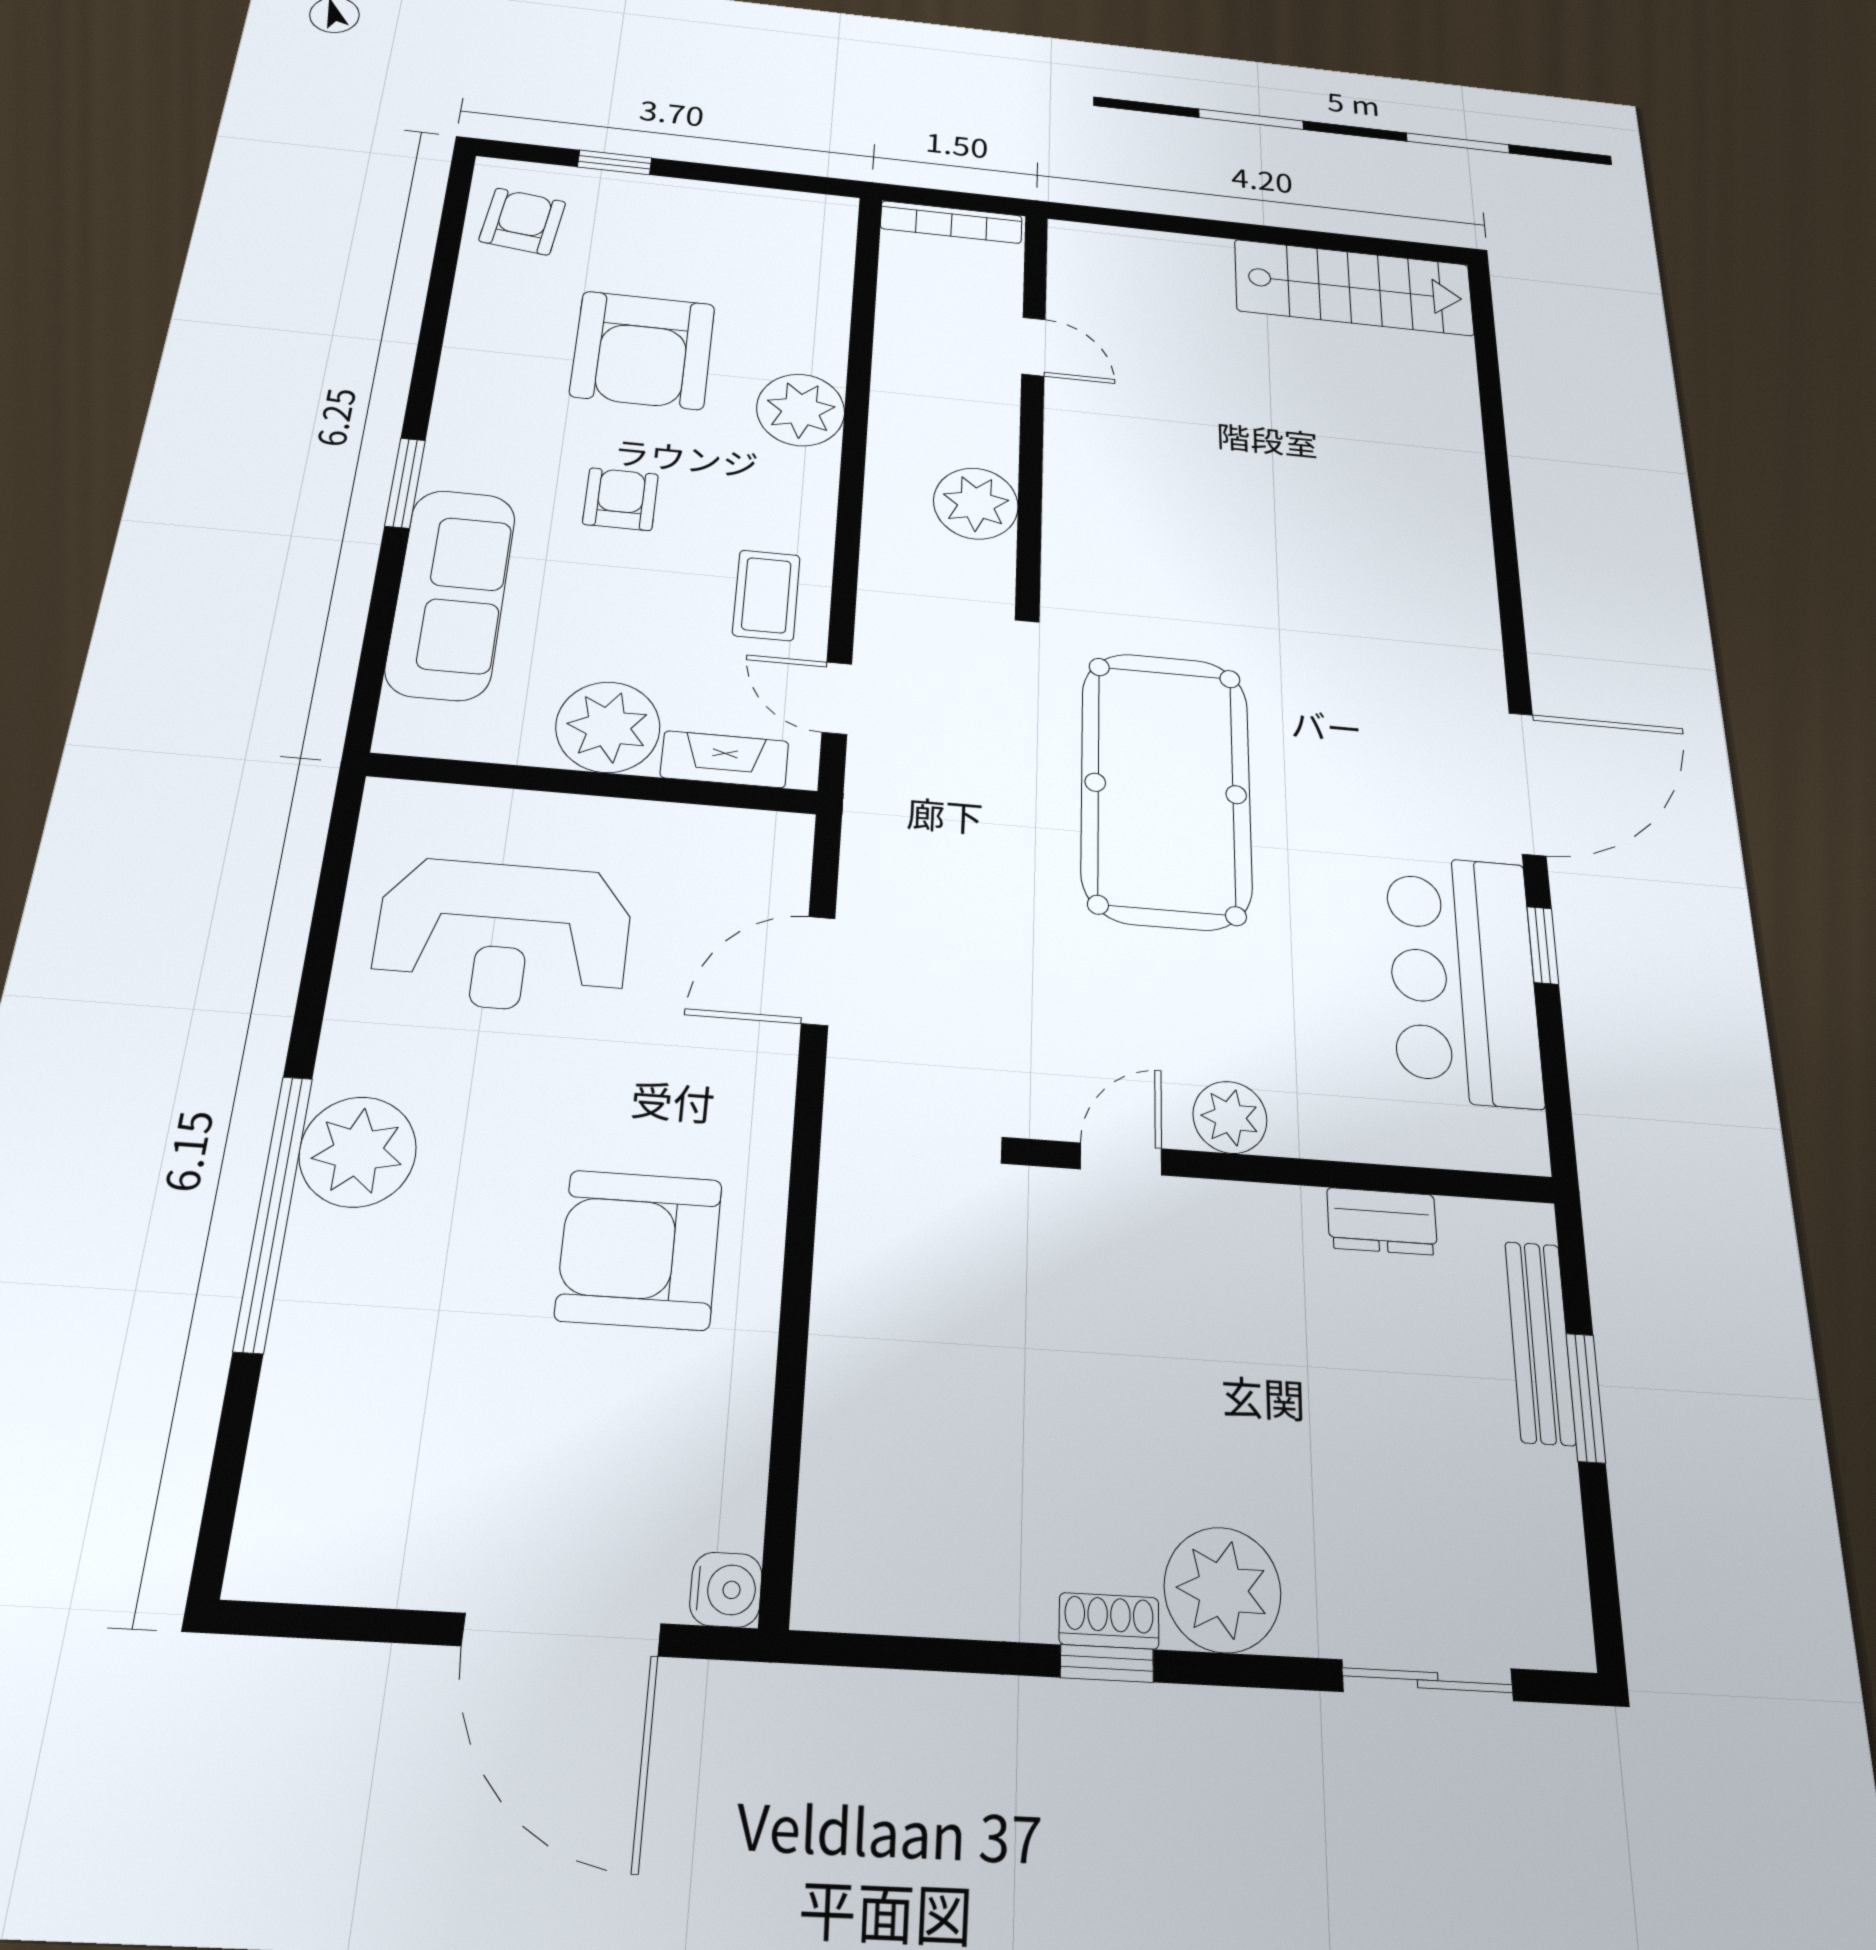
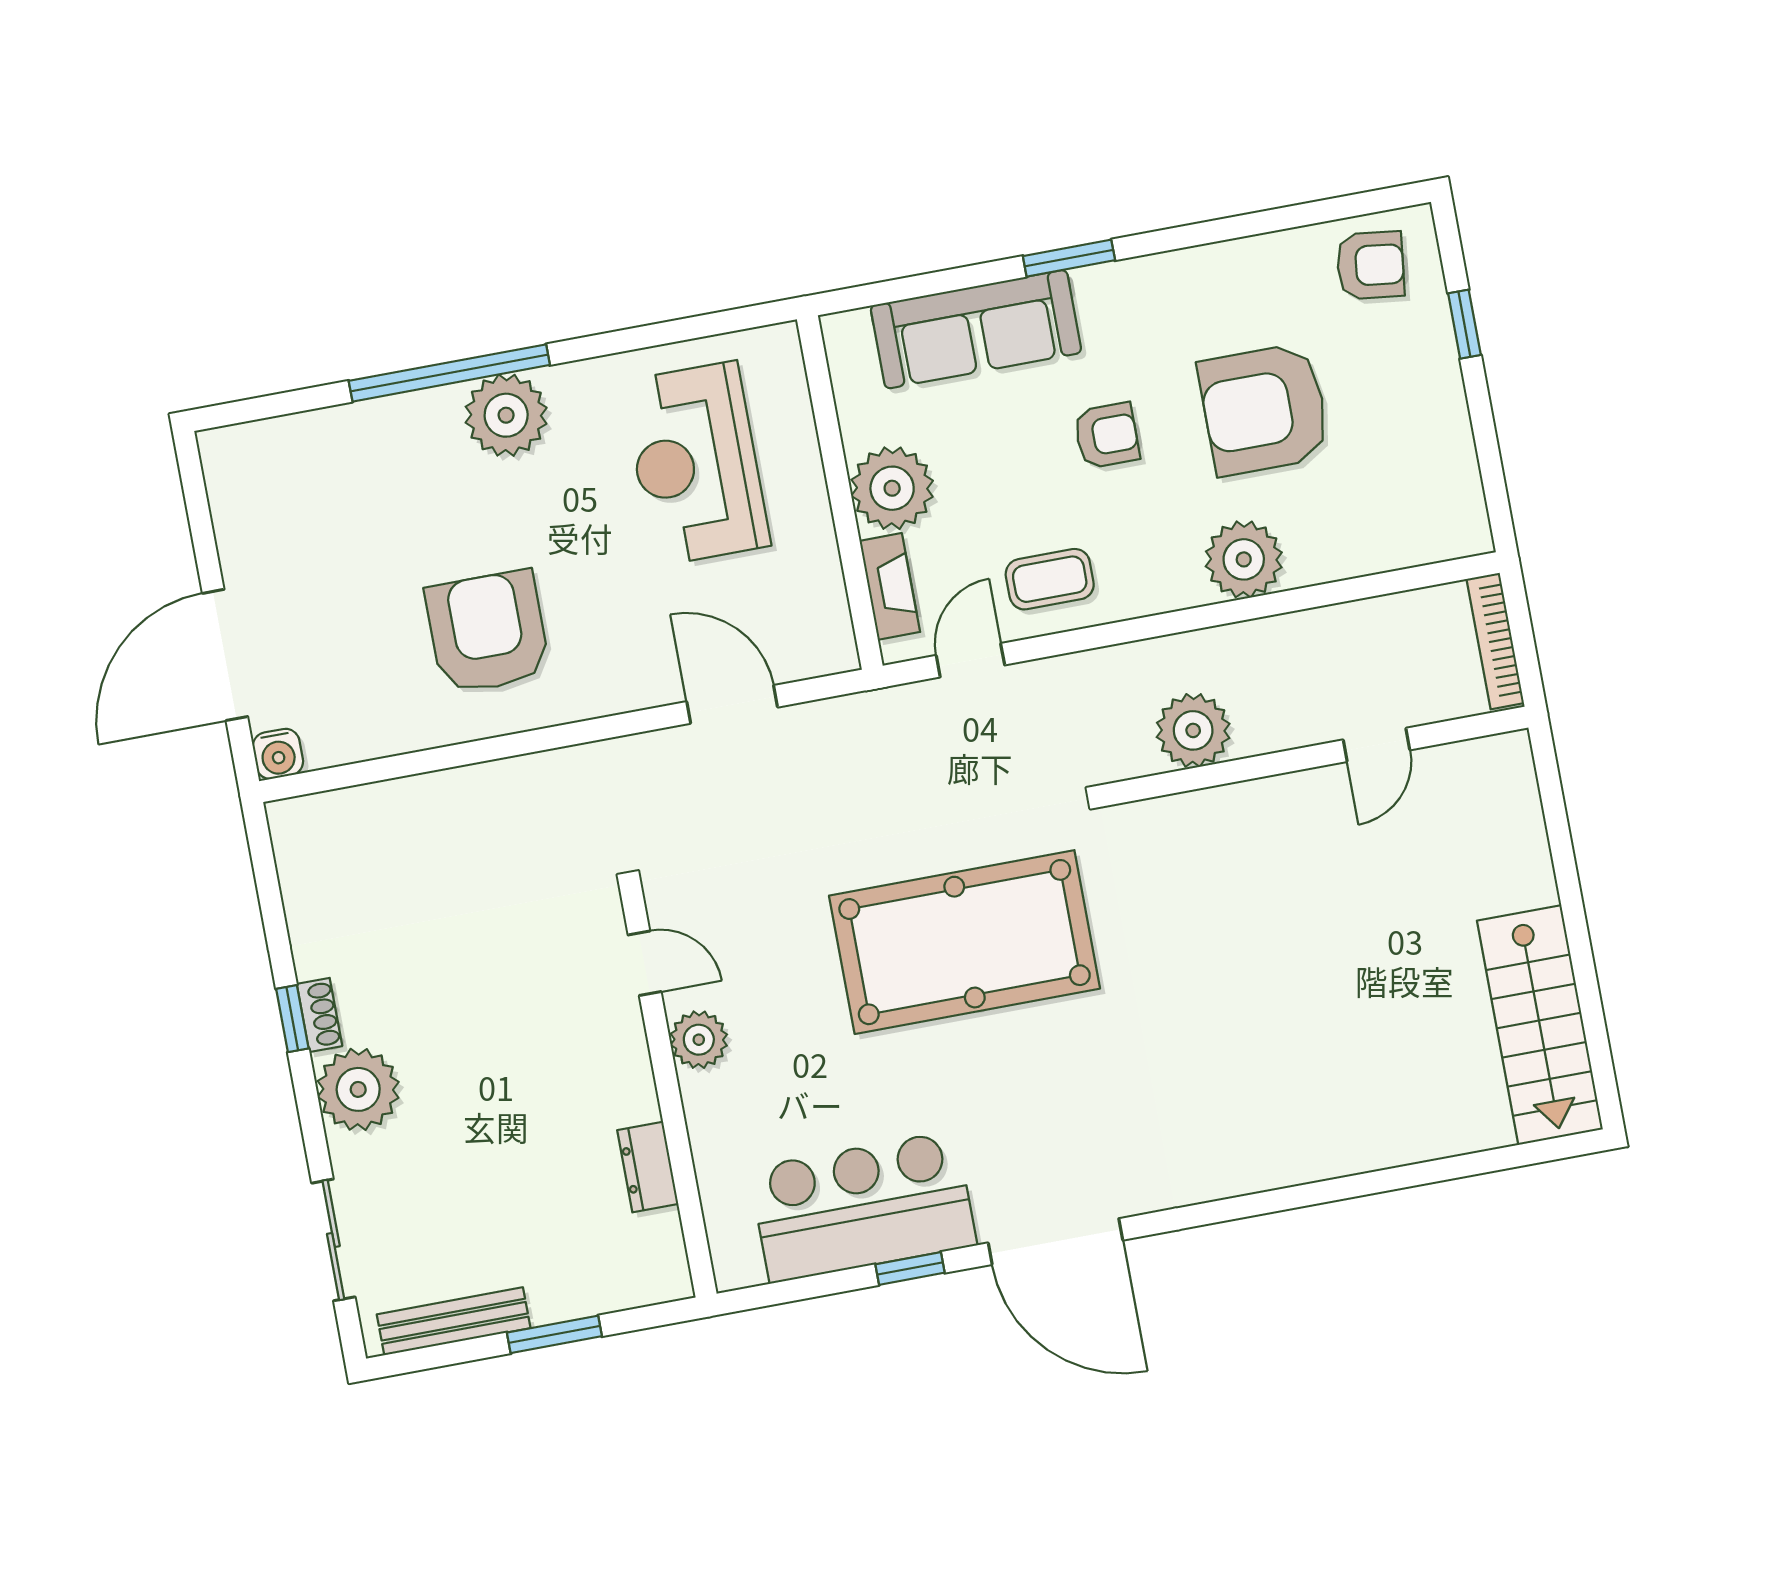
bench: (1540, 1342) -> (454, 1321), moved

